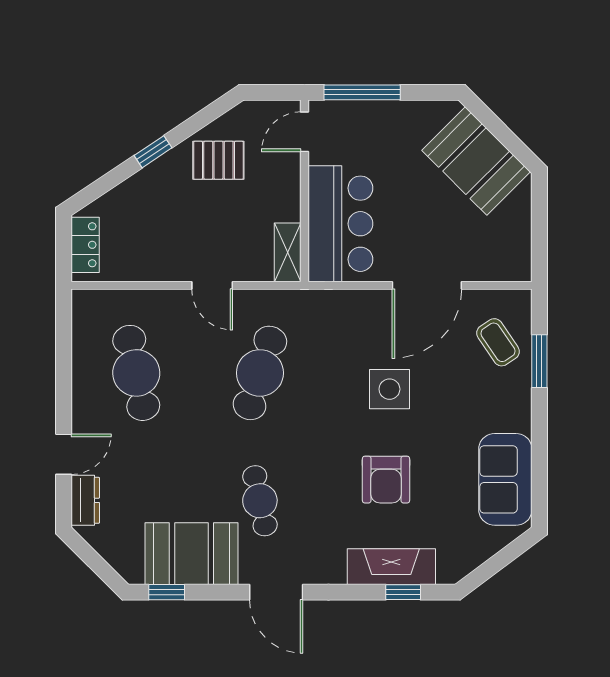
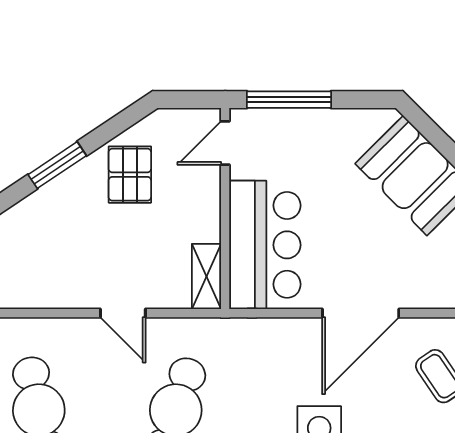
window: (153, 152) -> (57, 165), width x1.50
pallet: (218, 160) -> (130, 175), turned 90

